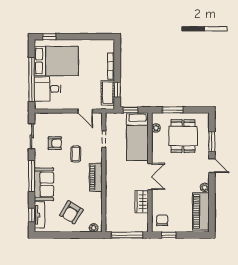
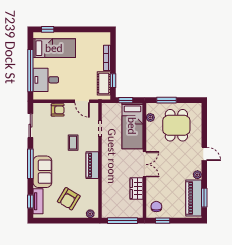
bed: (56, 61) -> (54, 48), width x0.67
window: (212, 142) -> (204, 198), moved
armchair: (55, 143) -> (58, 110), moved

